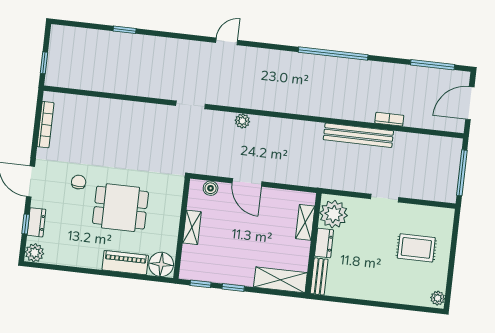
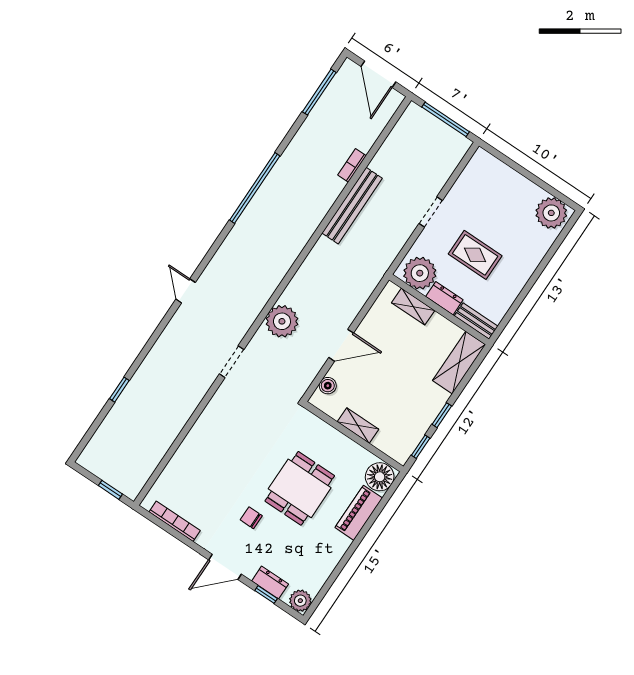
plant: (242, 121) -> (282, 321), width x1.88, depth x1.88
rug: (416, 248) -> (475, 255), moved, turned 90
plant: (438, 298) -> (551, 213), width x1.87, depth x1.87

